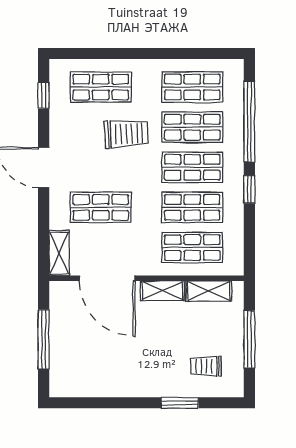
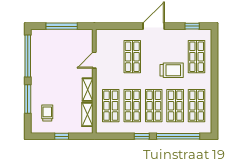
trolley: (126, 134) -> (172, 70), turned -87
shelving: (59, 253) -> (108, 34), removed
door: (107, 278) -> (94, 60), width x0.53
window: (249, 339) -> (62, 136), width x0.46
window: (99, 403) -> (28, 56), added
window: (180, 403) -> (28, 99), width x1.44

